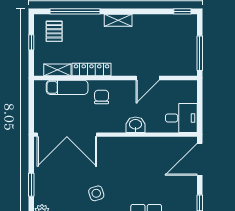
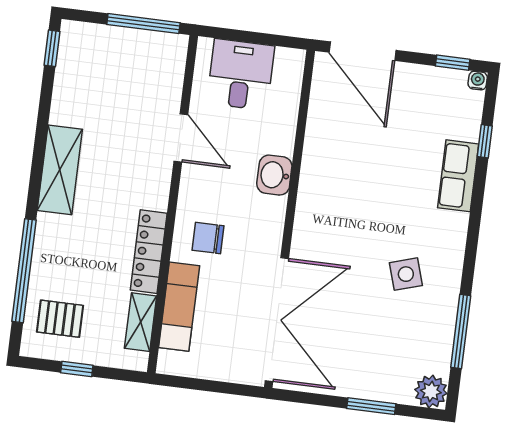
shelving: (118, 20) -> (60, 170), width x1.50, depth x1.33
desk: (181, 118) -> (241, 75), moved

